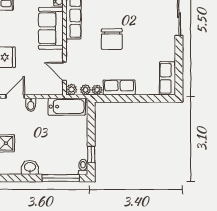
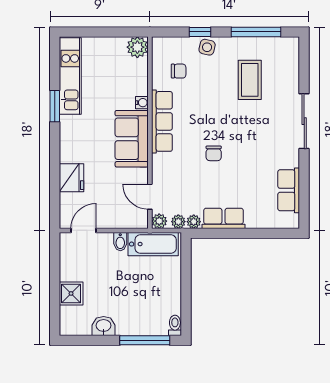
chair: (112, 39) -> (214, 153), width x0.54, depth x0.54
row of seats: (167, 78) -> (289, 190), moved
bidet: (31, 105) -> (120, 242), moved
window: (91, 154) -> (186, 309), removed

